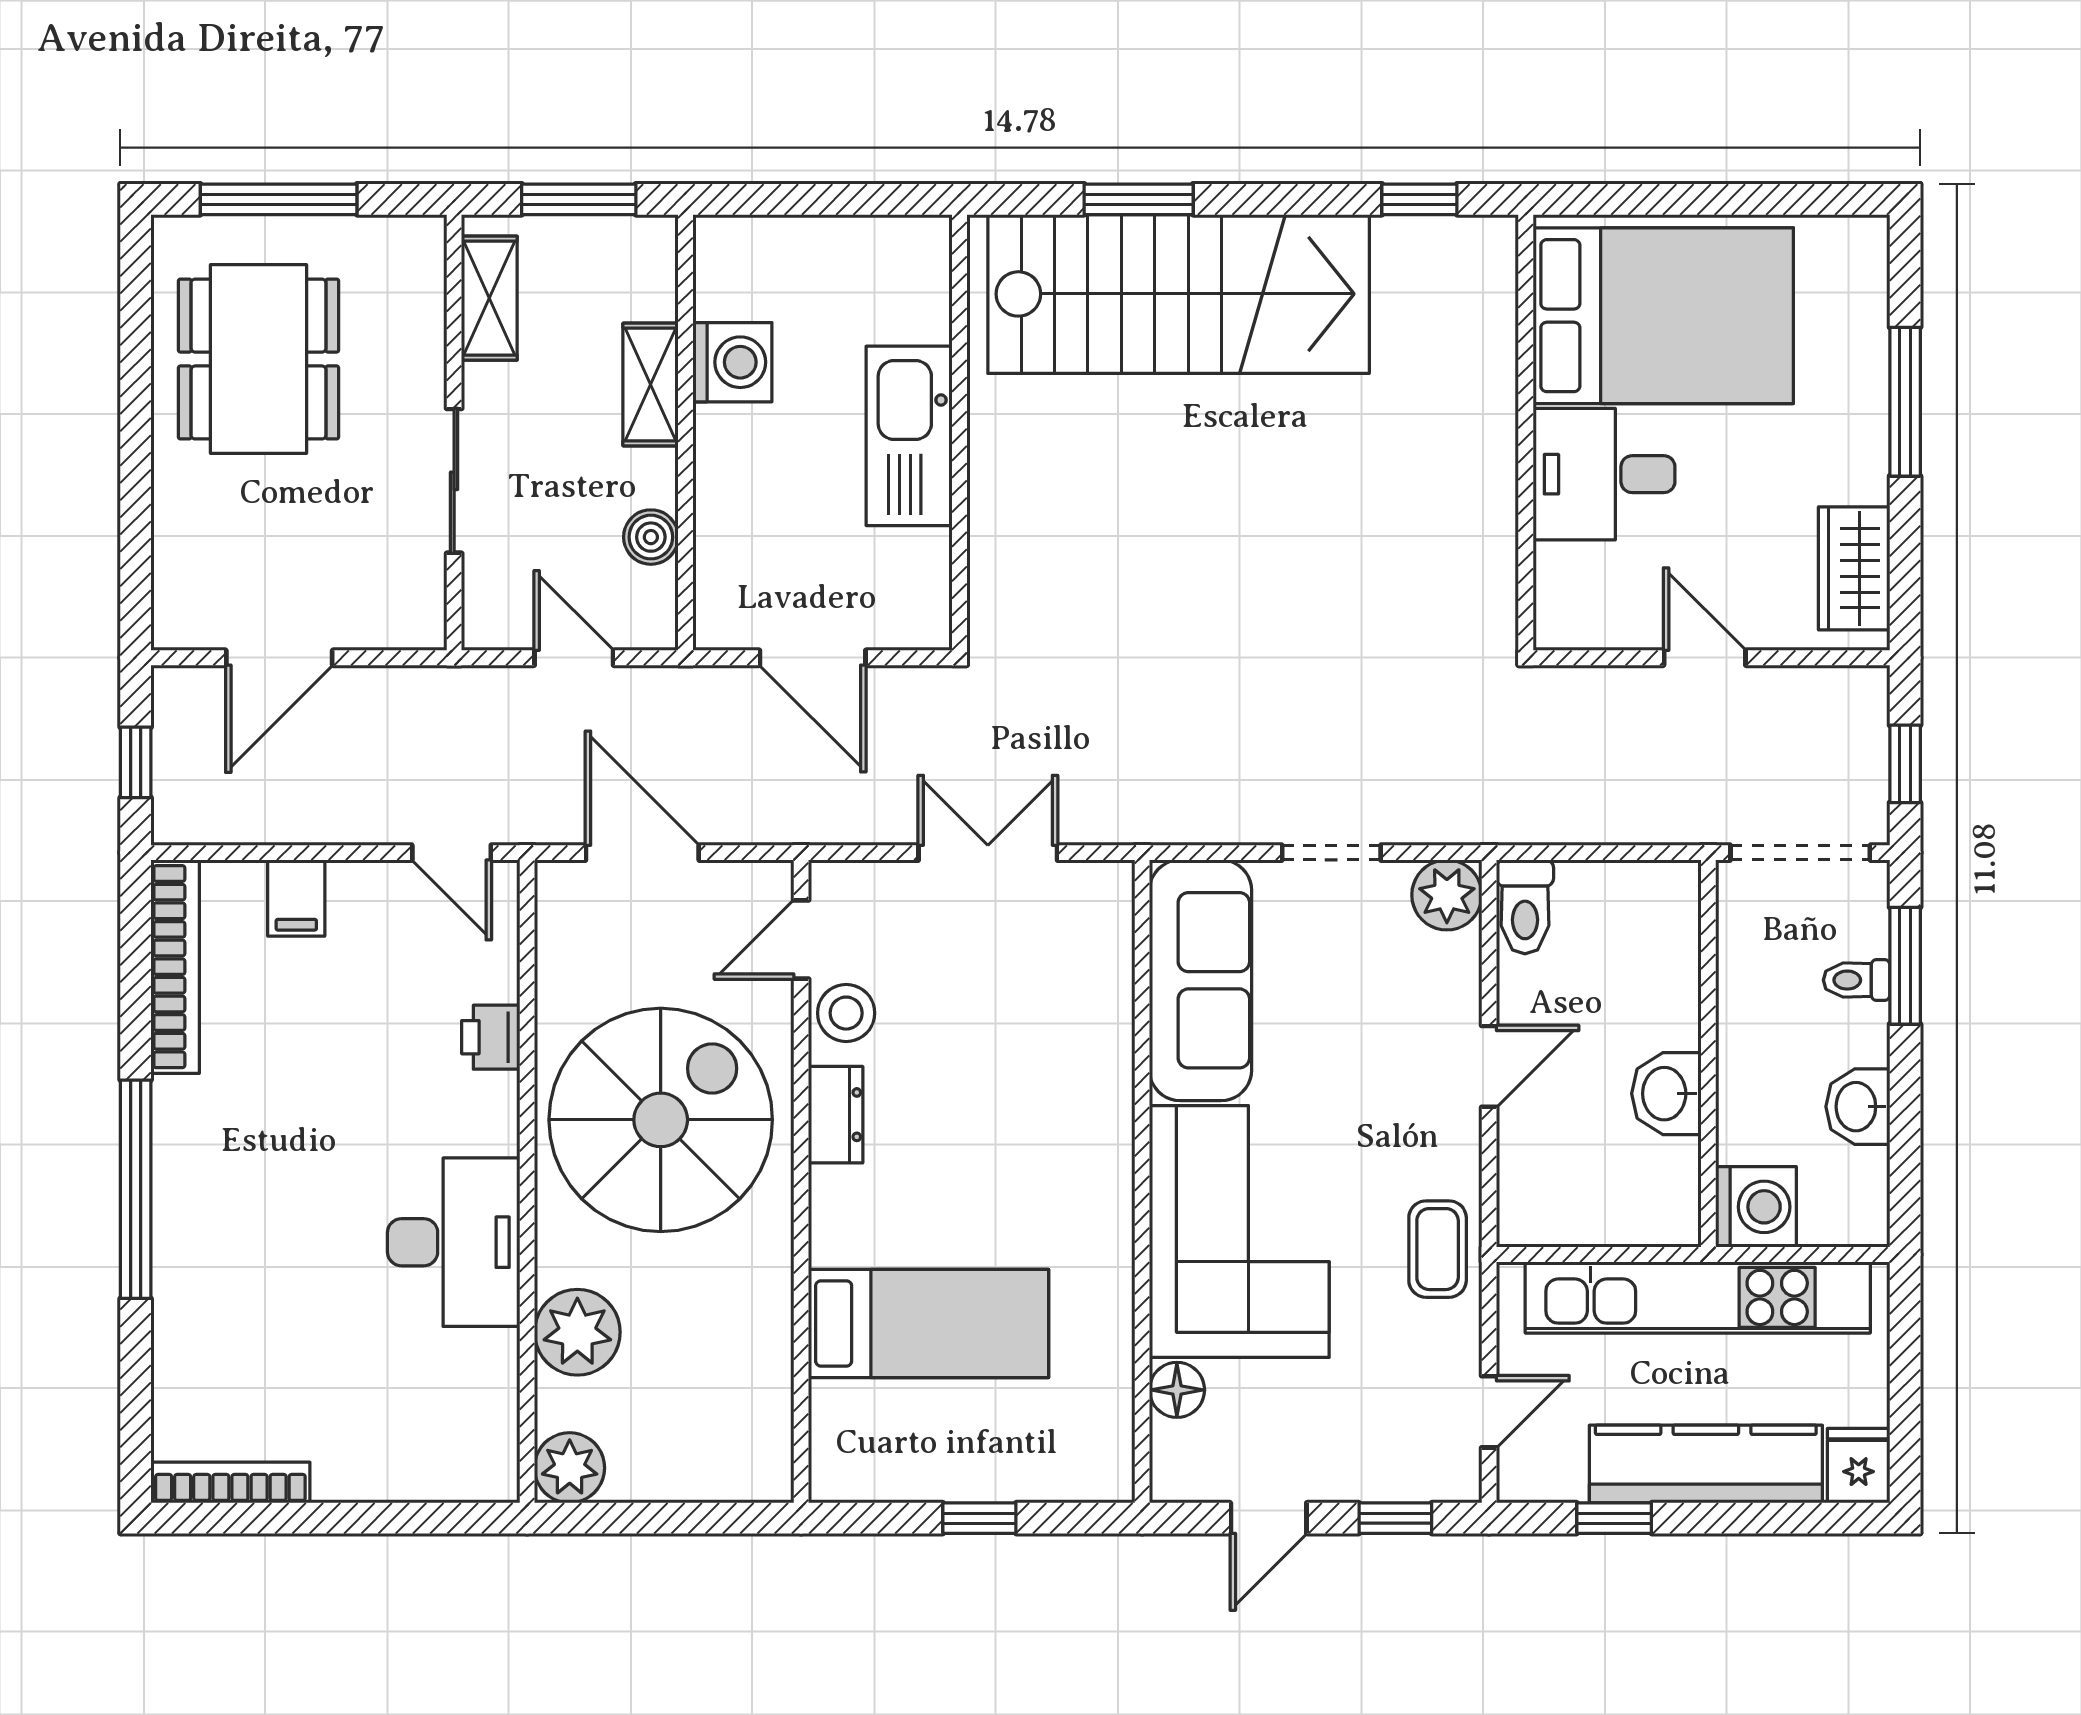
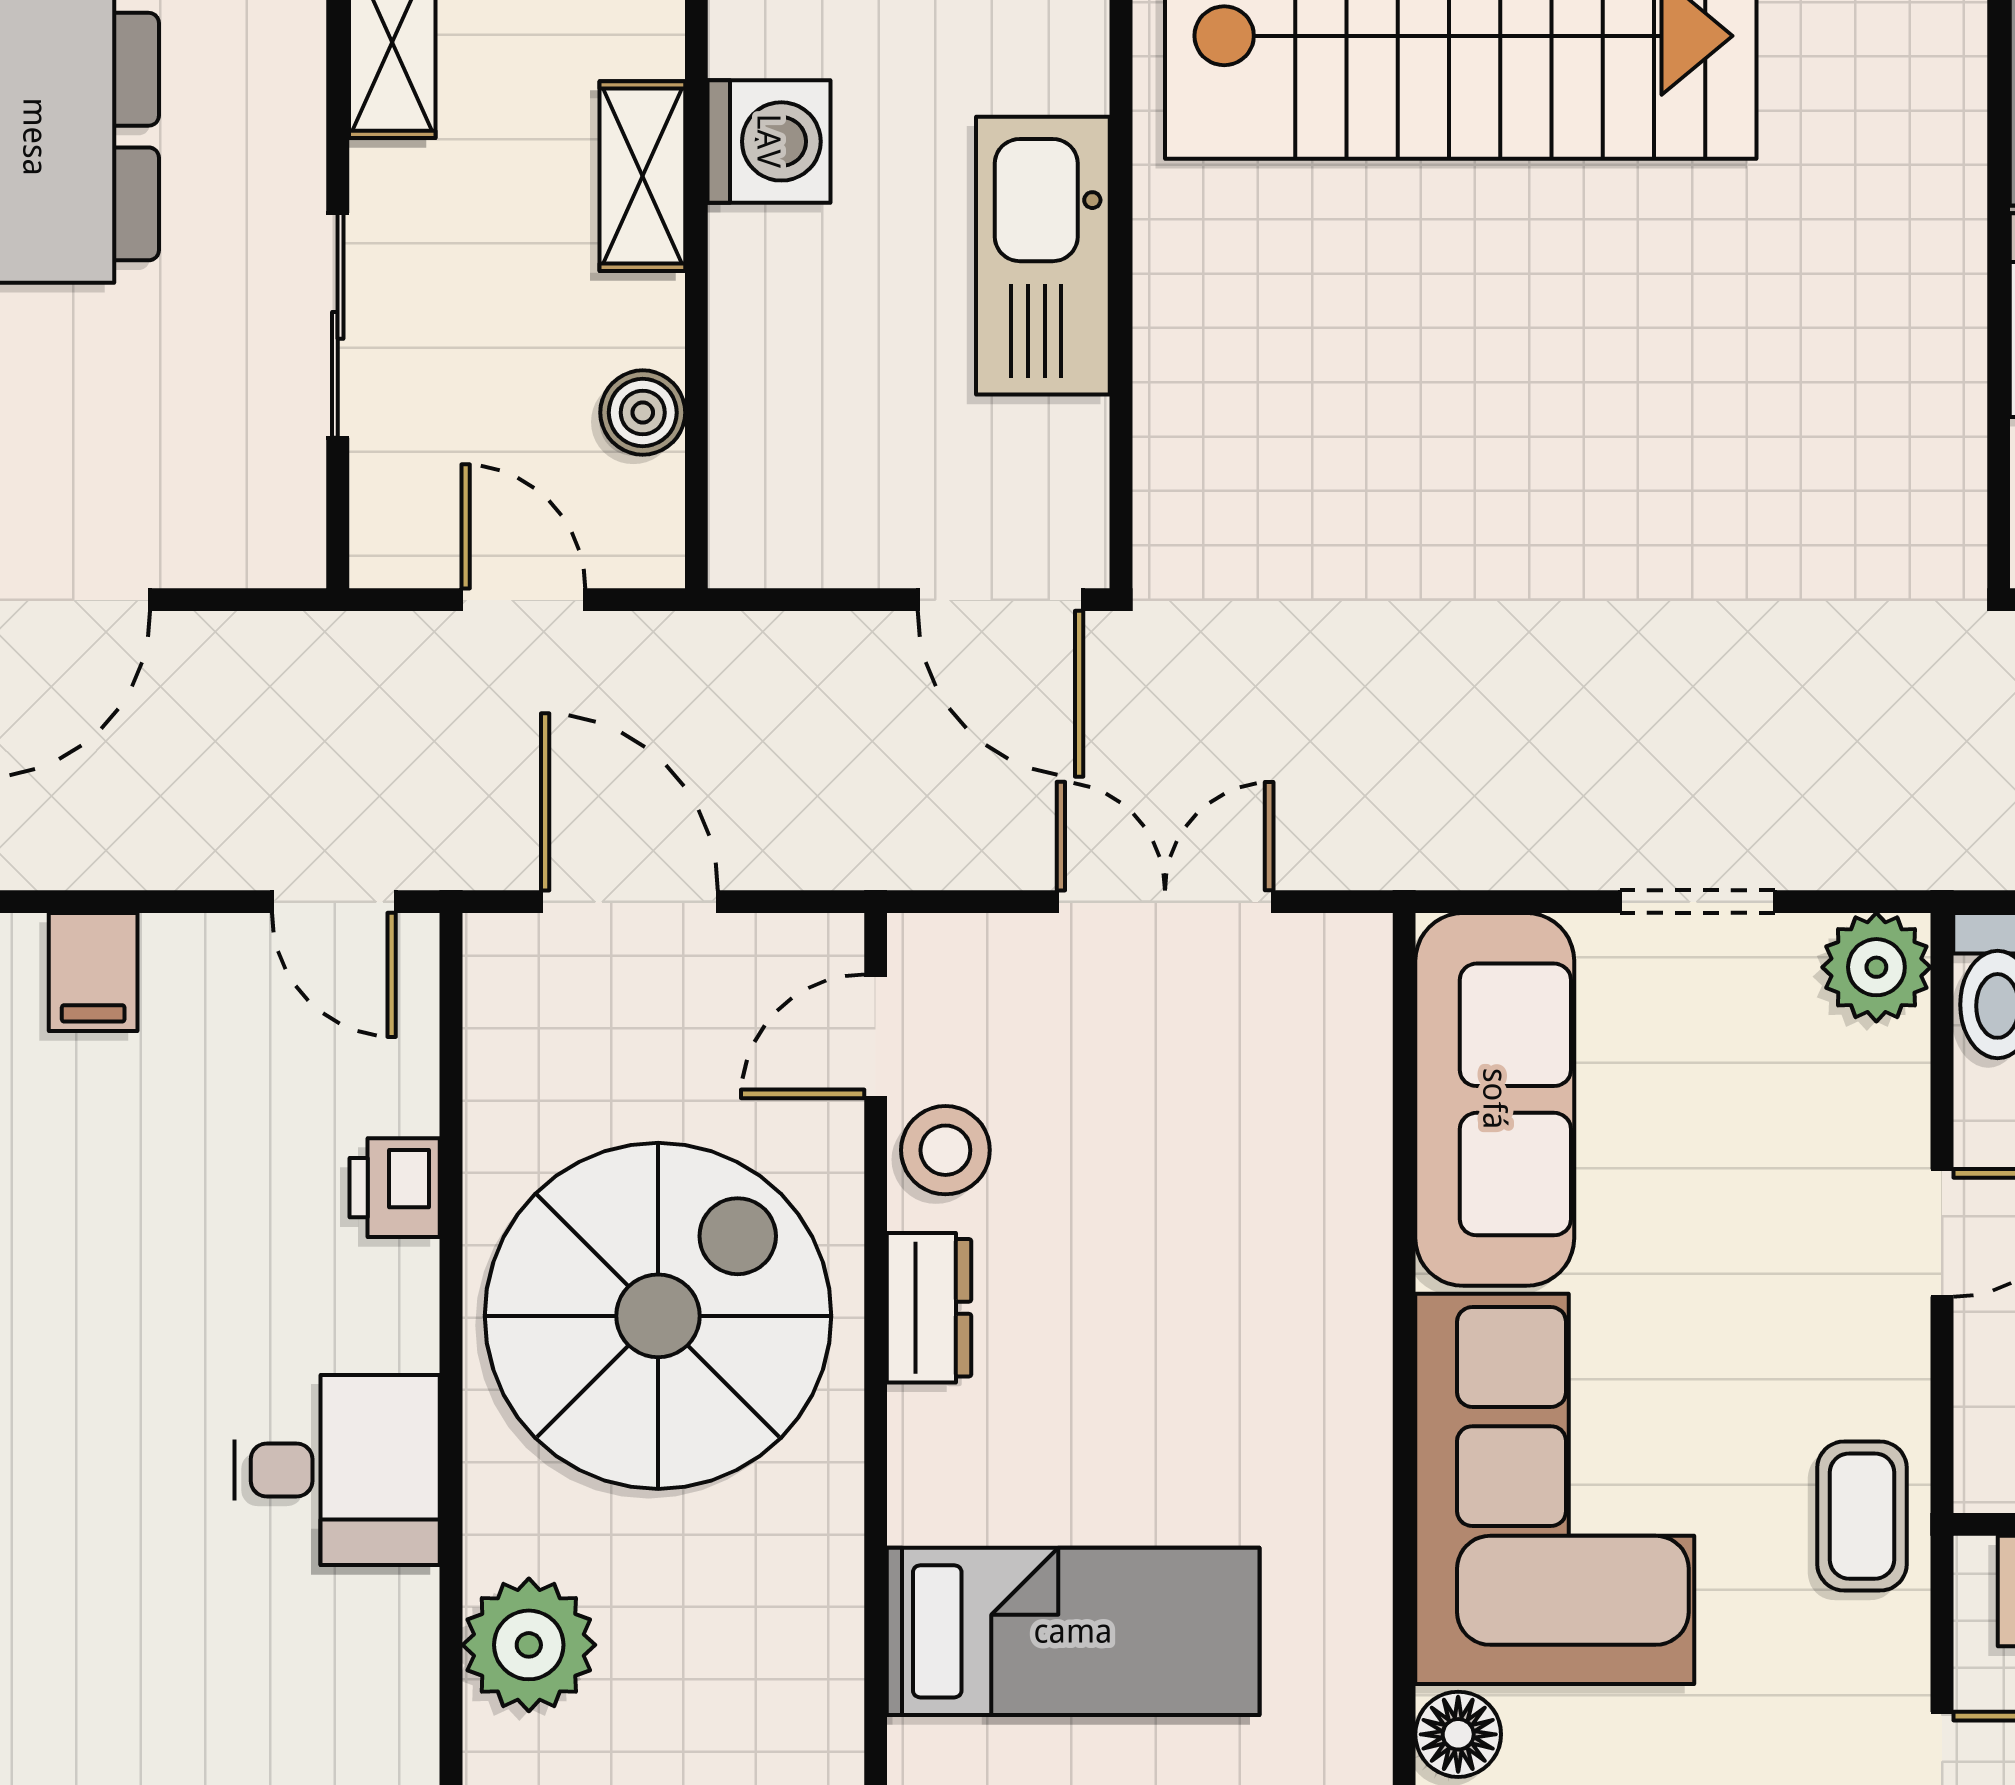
door: (813, 658) -> (1000, 600), moved
desk: (454, 1242) -> (337, 1470), width x0.73

